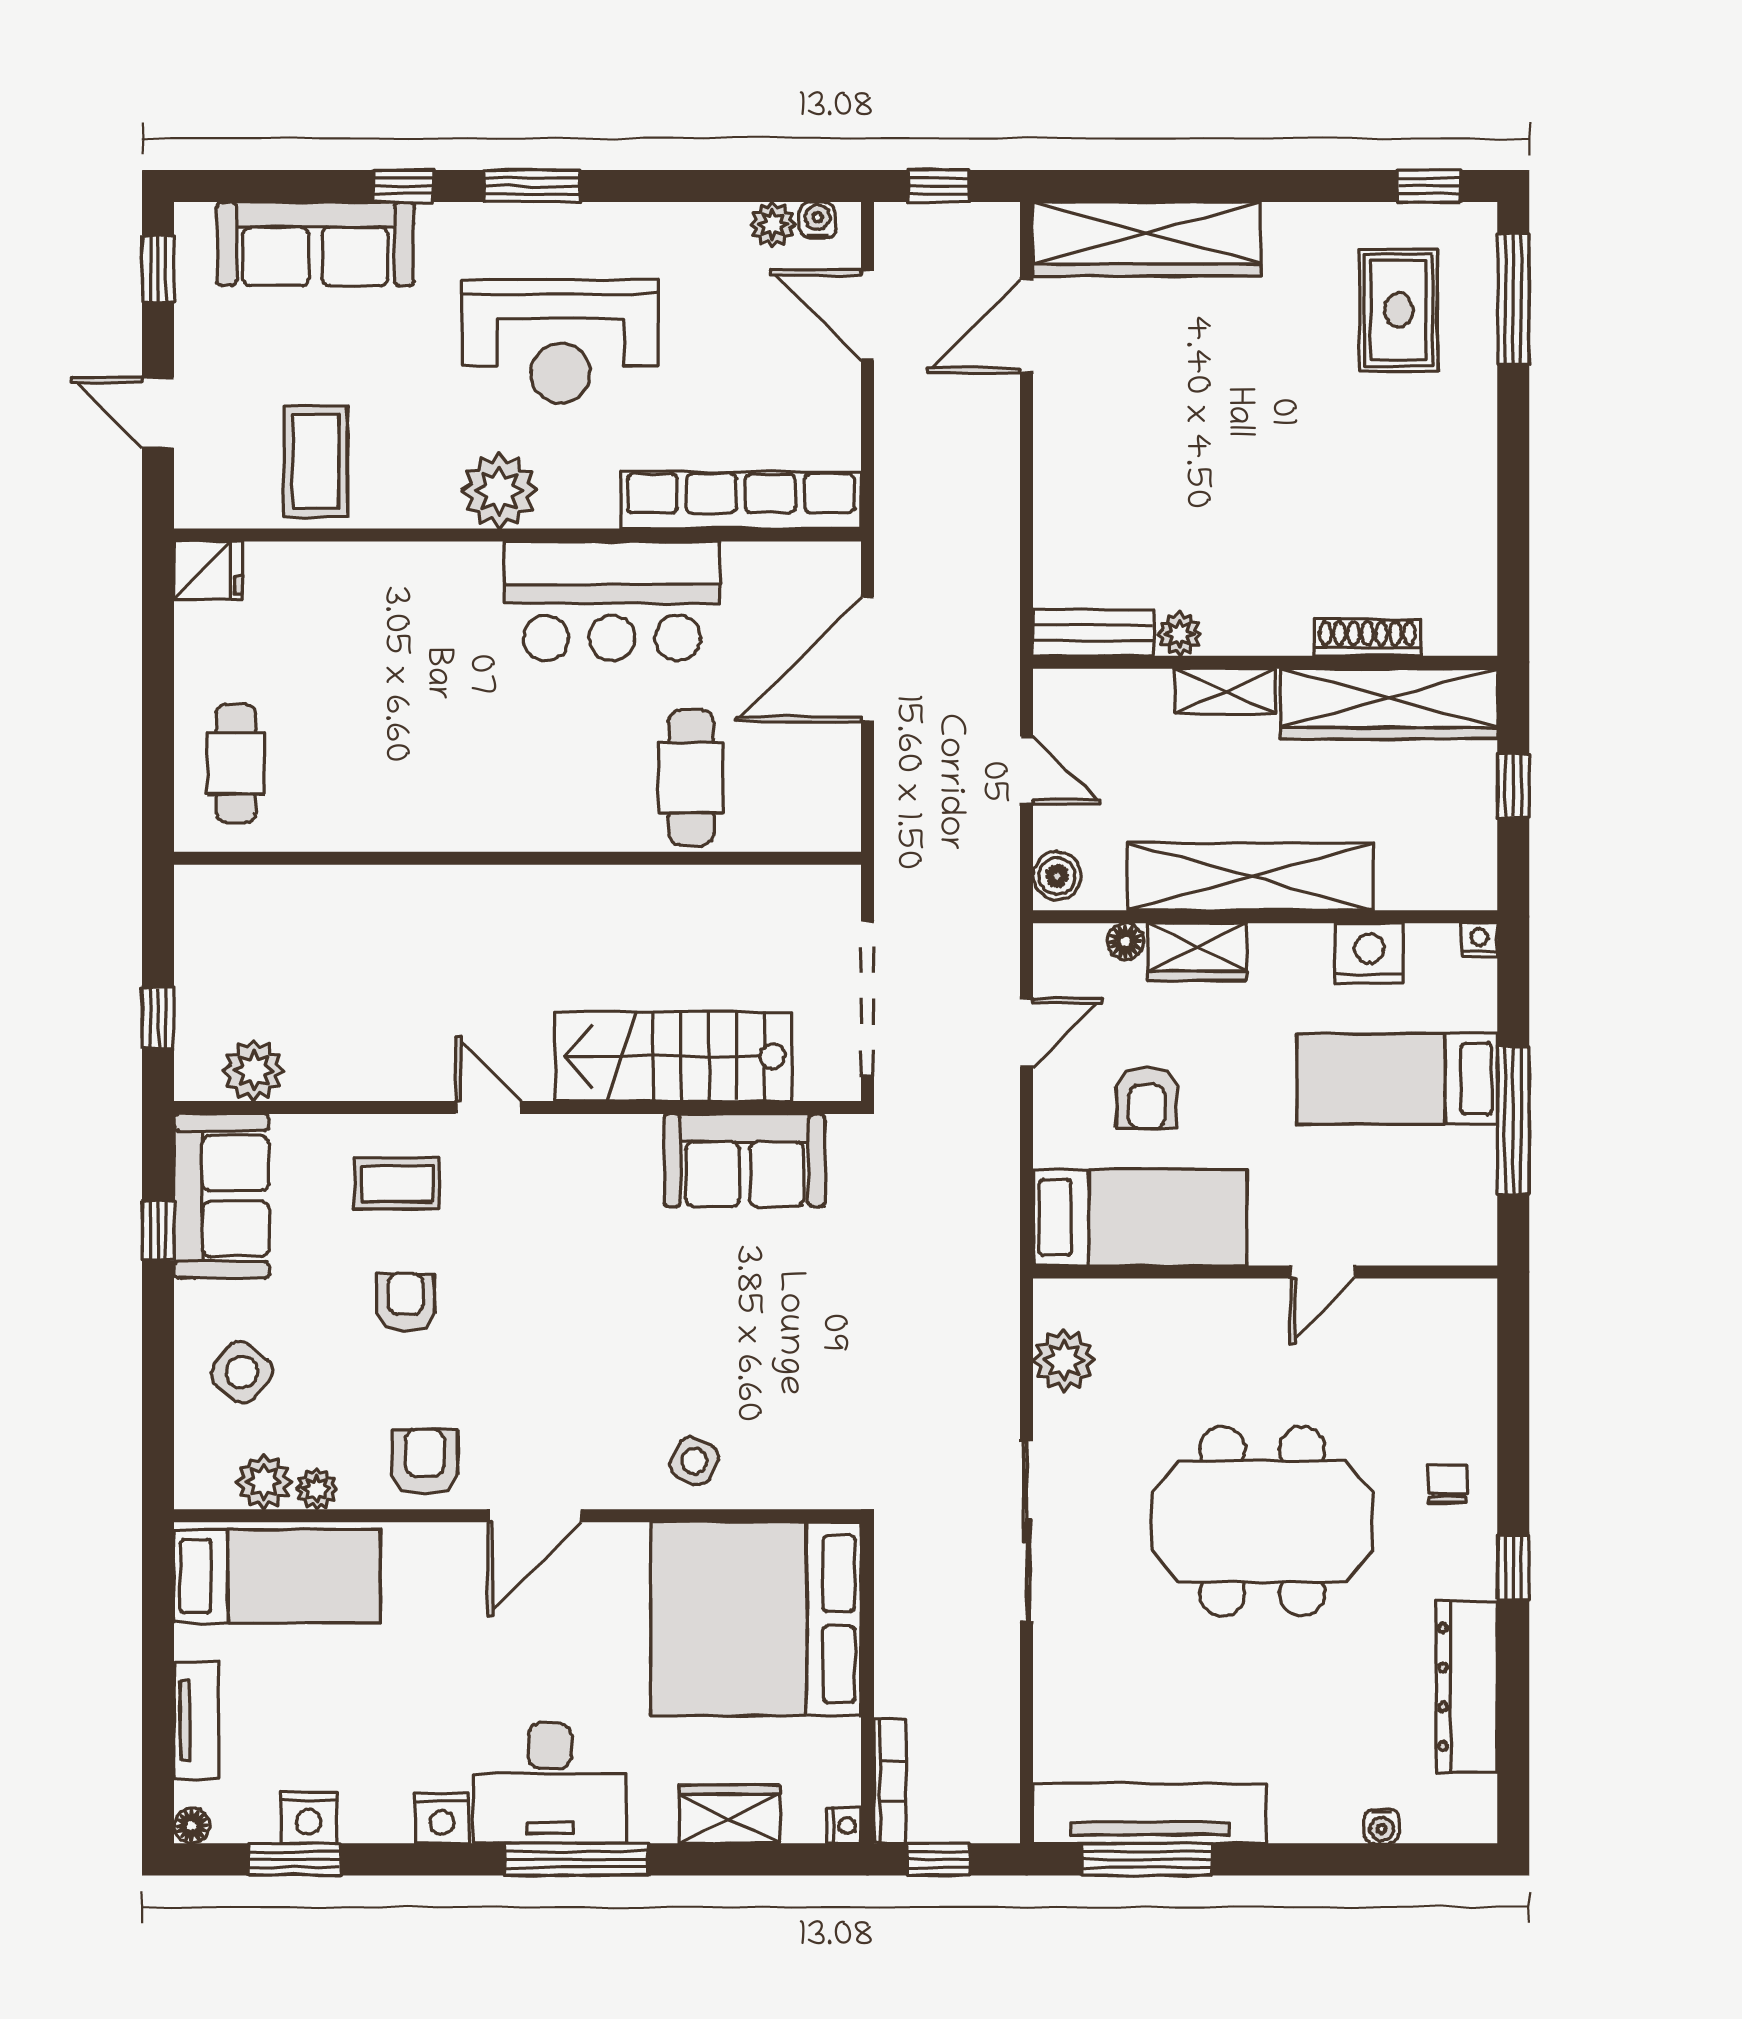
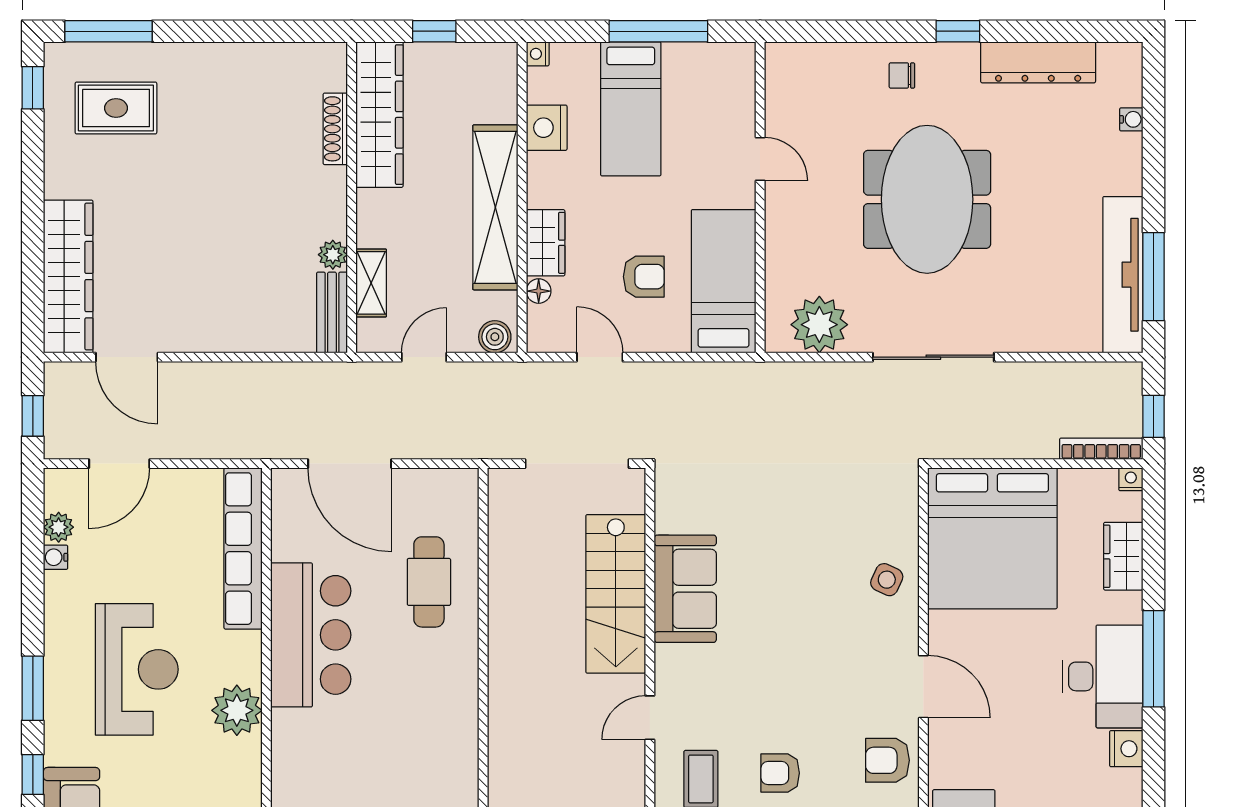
water cooler: (818, 220) -> (56, 557), moved
shelving: (1225, 691) -> (371, 283), moved
cafe table: (691, 777) -> (429, 582), turned 90
sofa: (745, 1160) -> (685, 589), moved
plant: (1064, 1360) -> (819, 325), width x1.36, depth x1.36

